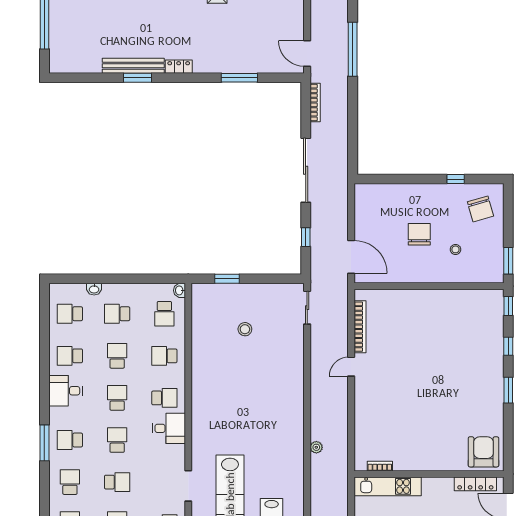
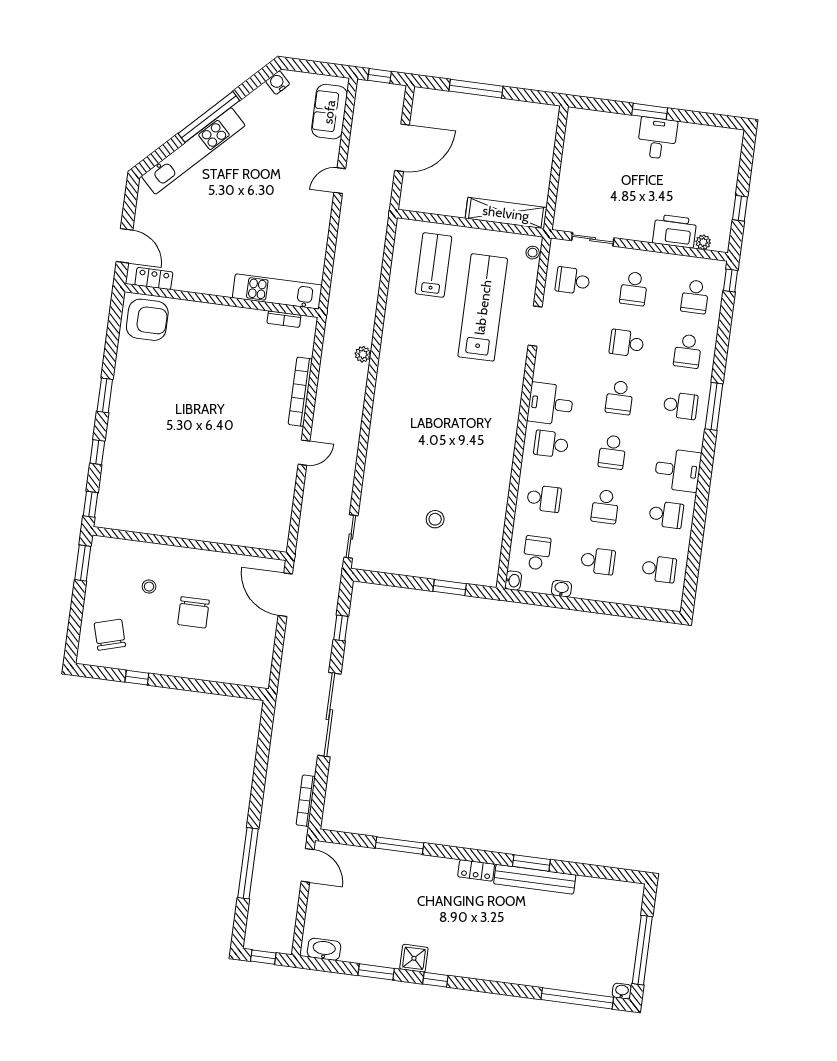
washbasin: (94, 289) -> (562, 589), moved
bookcase: (360, 327) -> (300, 392), moved
armchair: (483, 452) -> (147, 320), turned -90
locker: (475, 484) -> (154, 279), width x0.66

